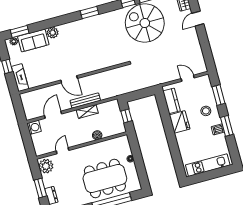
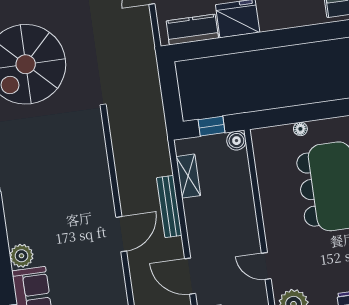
shelving: (87, 111) -> (188, 176), moved
boiler: (97, 135) -> (236, 141), moved

